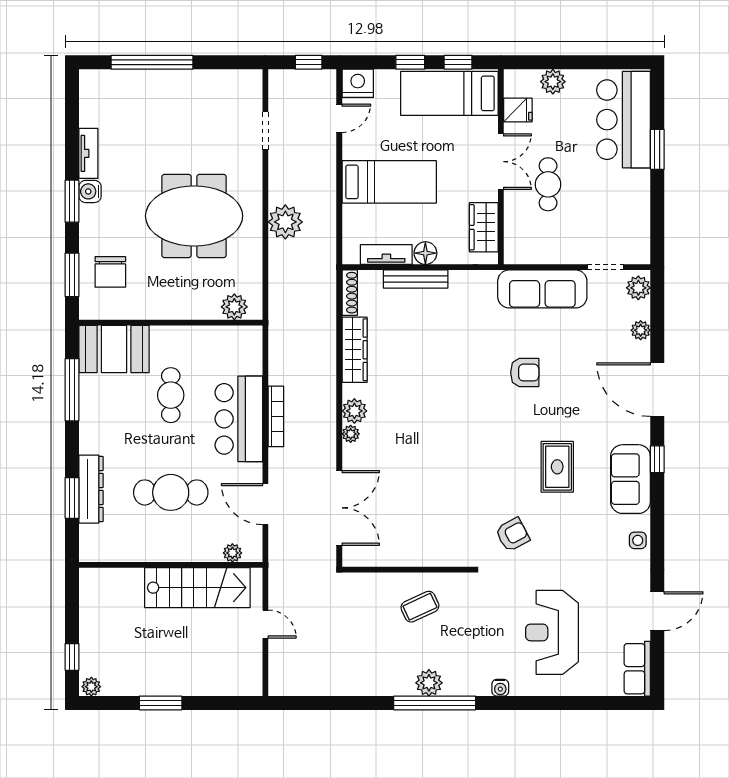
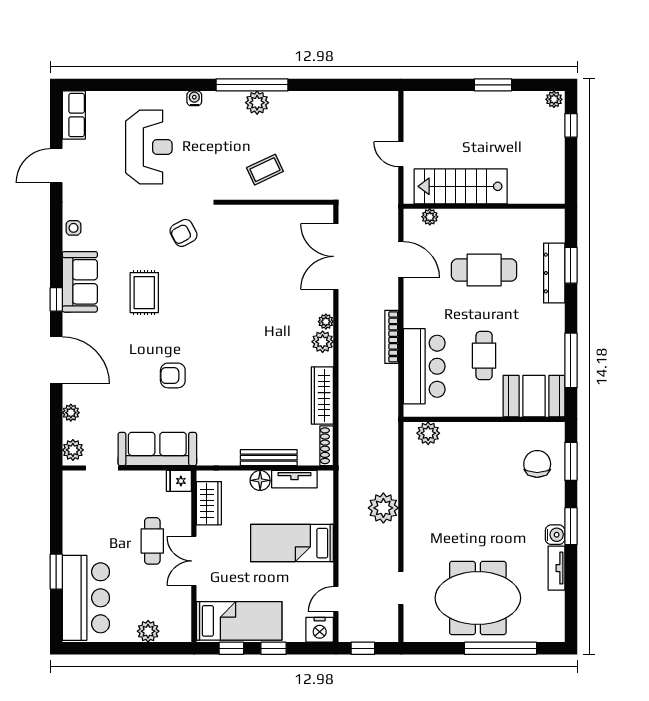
fridge: (518, 110) -> (179, 481), moved
meeting table: (194, 216) -> (478, 598), moved
bar counter: (239, 419) -> (424, 366), moved

